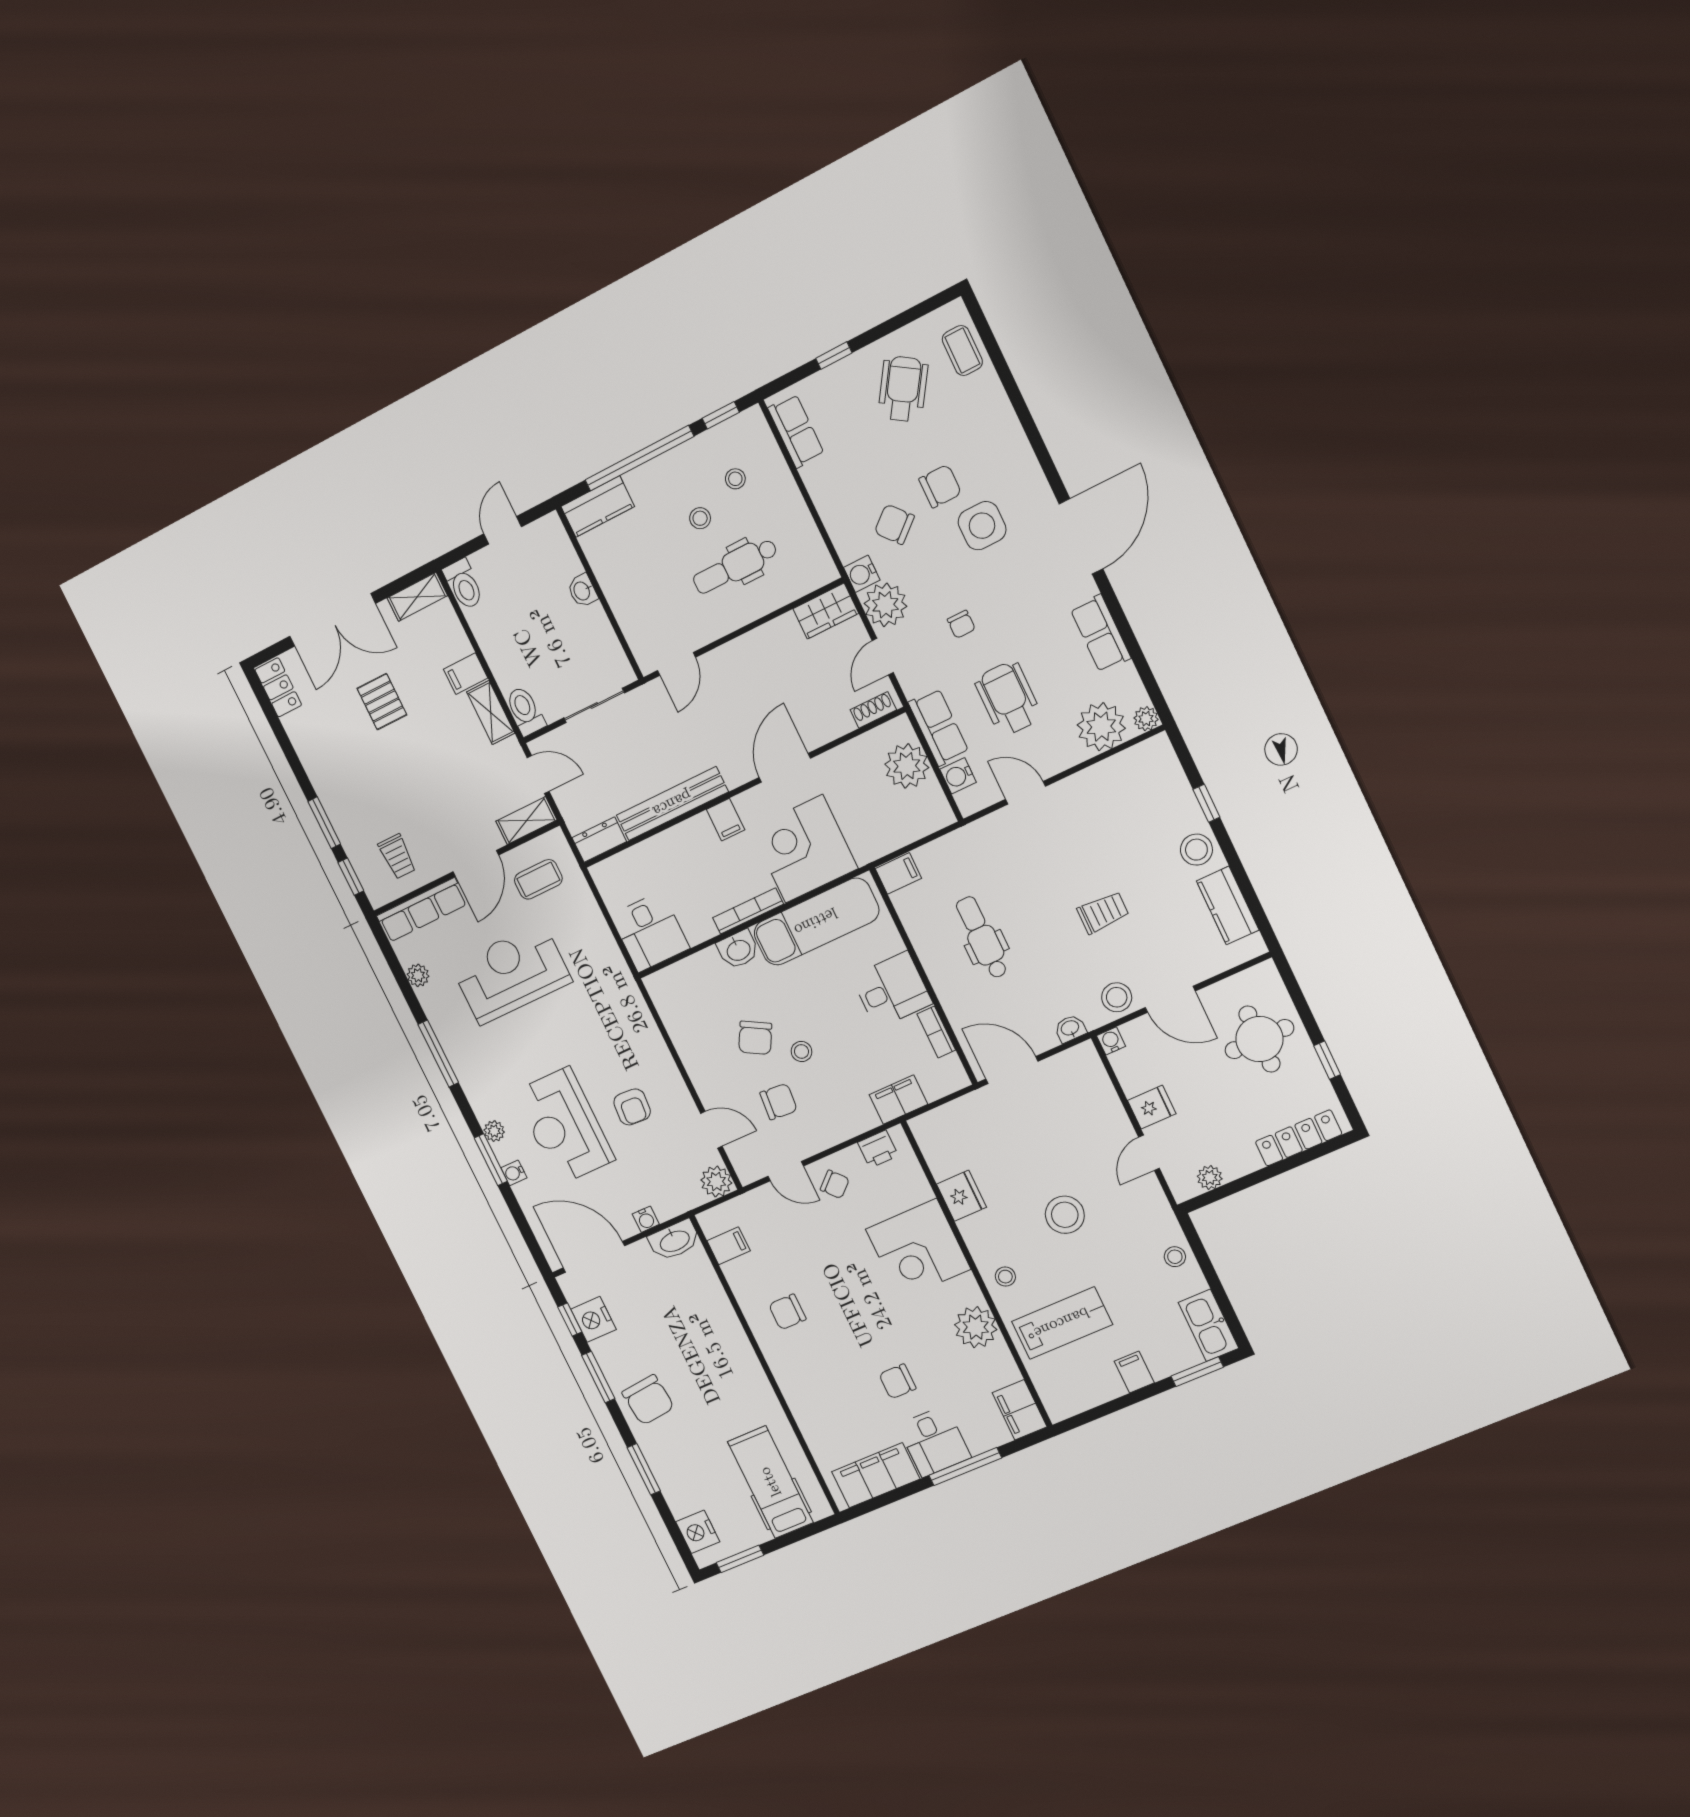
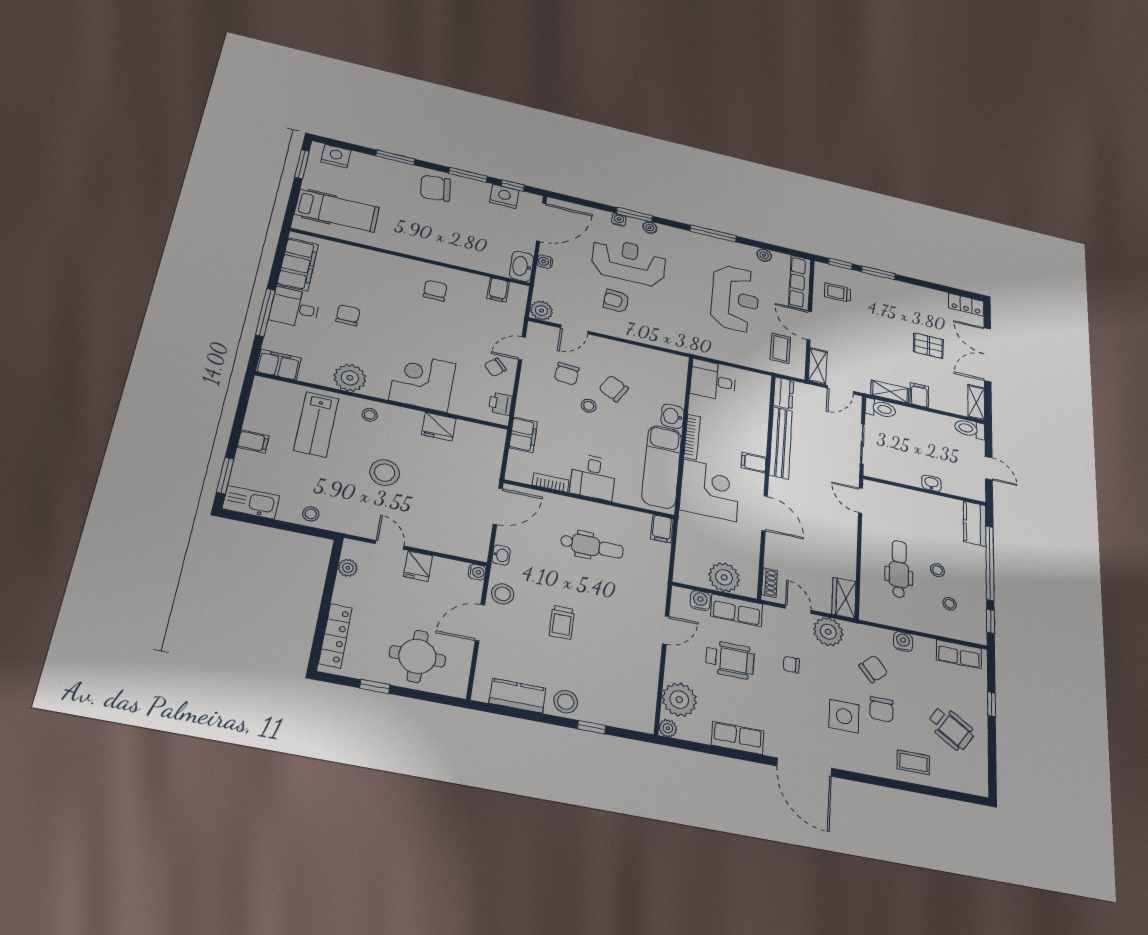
coffee table: (962, 351) -> (913, 762), moved
water cooler: (862, 574) -> (903, 642), moved

